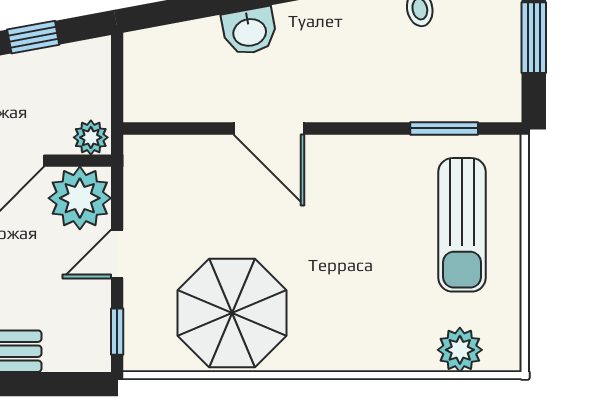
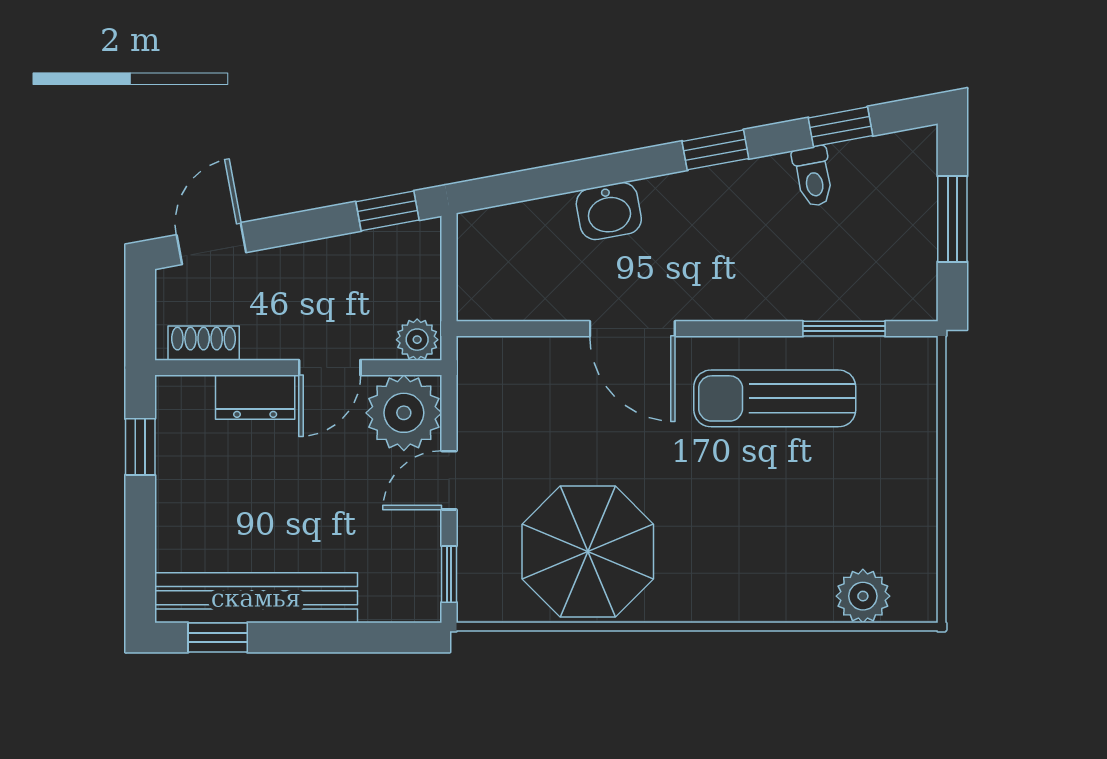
window: (33, 37) -> (388, 211), moved
sun lounger: (462, 225) -> (775, 398), moved, turned 90

